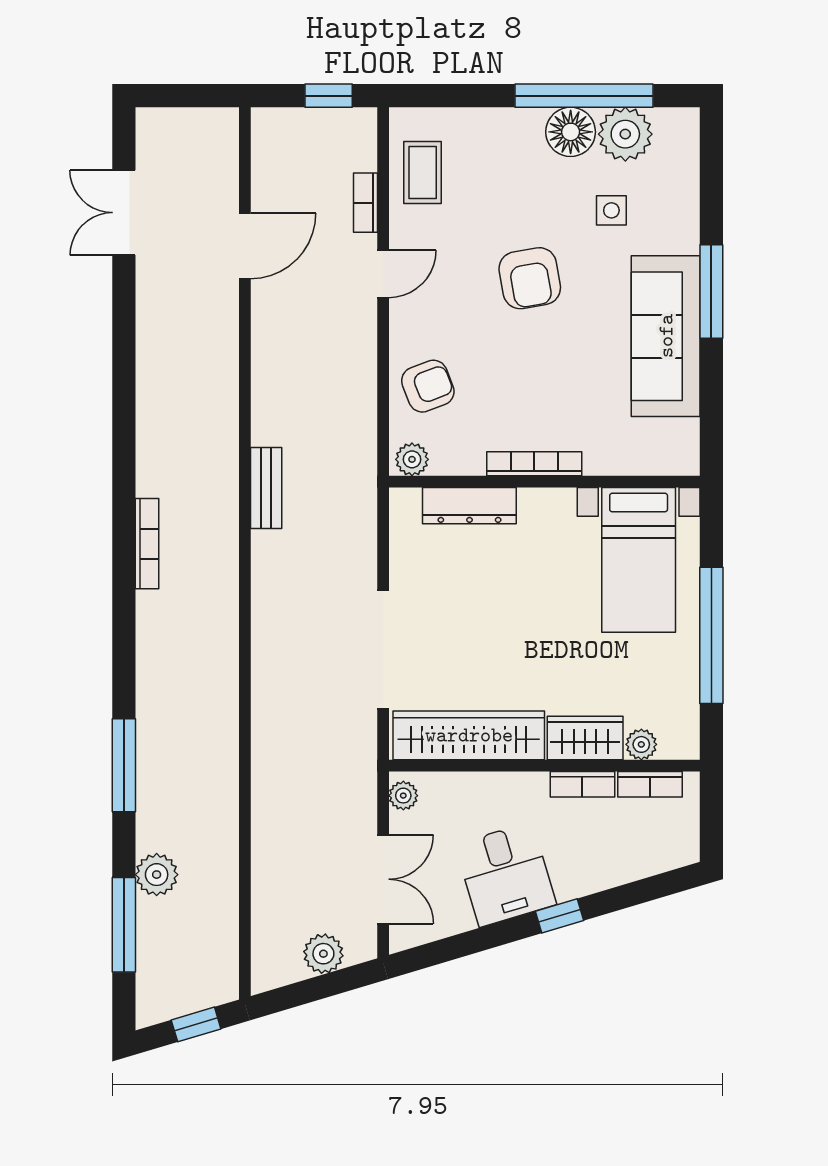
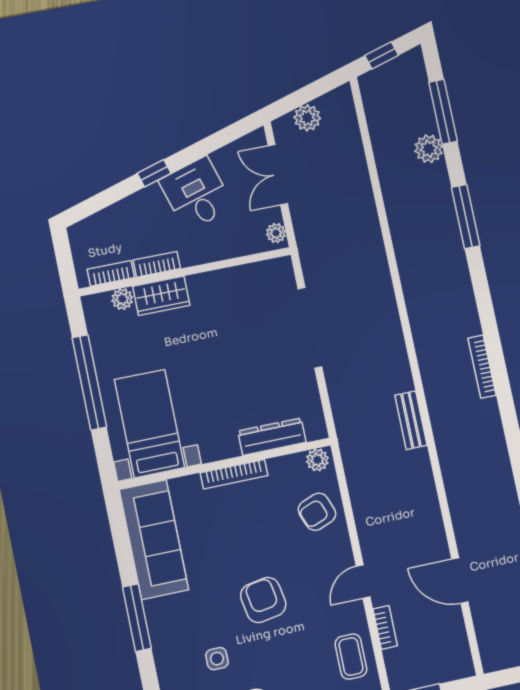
door: (245, 246) -> (460, 581), hinge flipped
sofa: (666, 336) -> (154, 540), moved
wardrobe: (469, 735) -> (240, 282), removed

